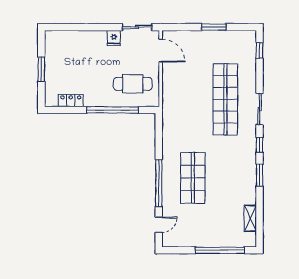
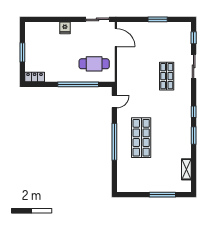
fridge: (114, 38) -> (65, 28), moved
shop shelf: (225, 99) -> (167, 76), width x0.50, depth x0.74
locker: (71, 101) -> (35, 77), moved
sliding door: (259, 109) -> (194, 66), moved
door: (159, 225) -> (114, 102), moved
window: (220, 250) -> (162, 195), width x0.68

